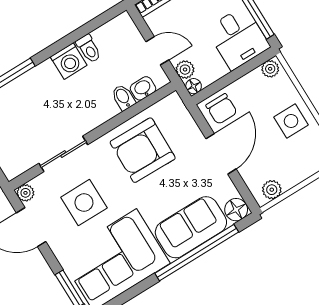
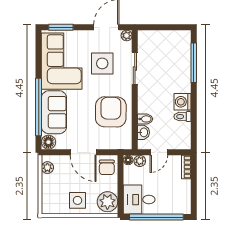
plant: (270, 69) -> (107, 202), width x1.88, depth x1.88
chair: (221, 109) -> (107, 167), turned -90

